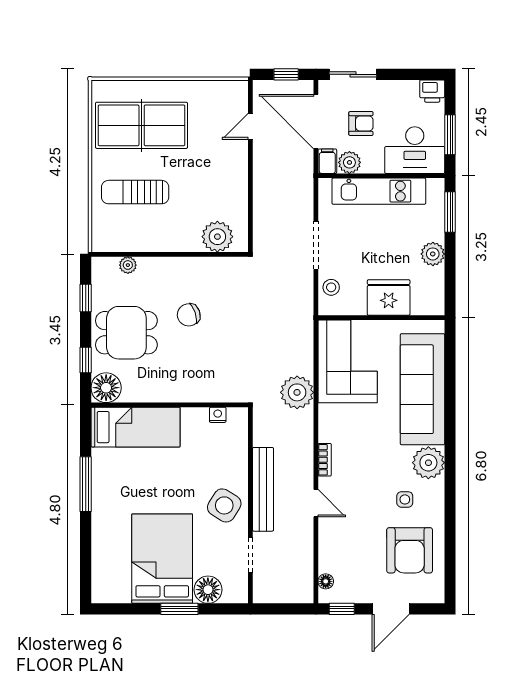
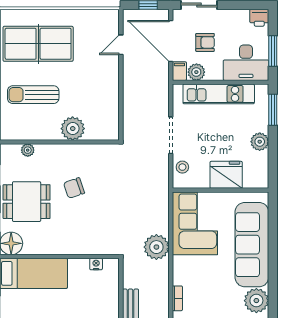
plant: (217, 237) -> (73, 129), moved

